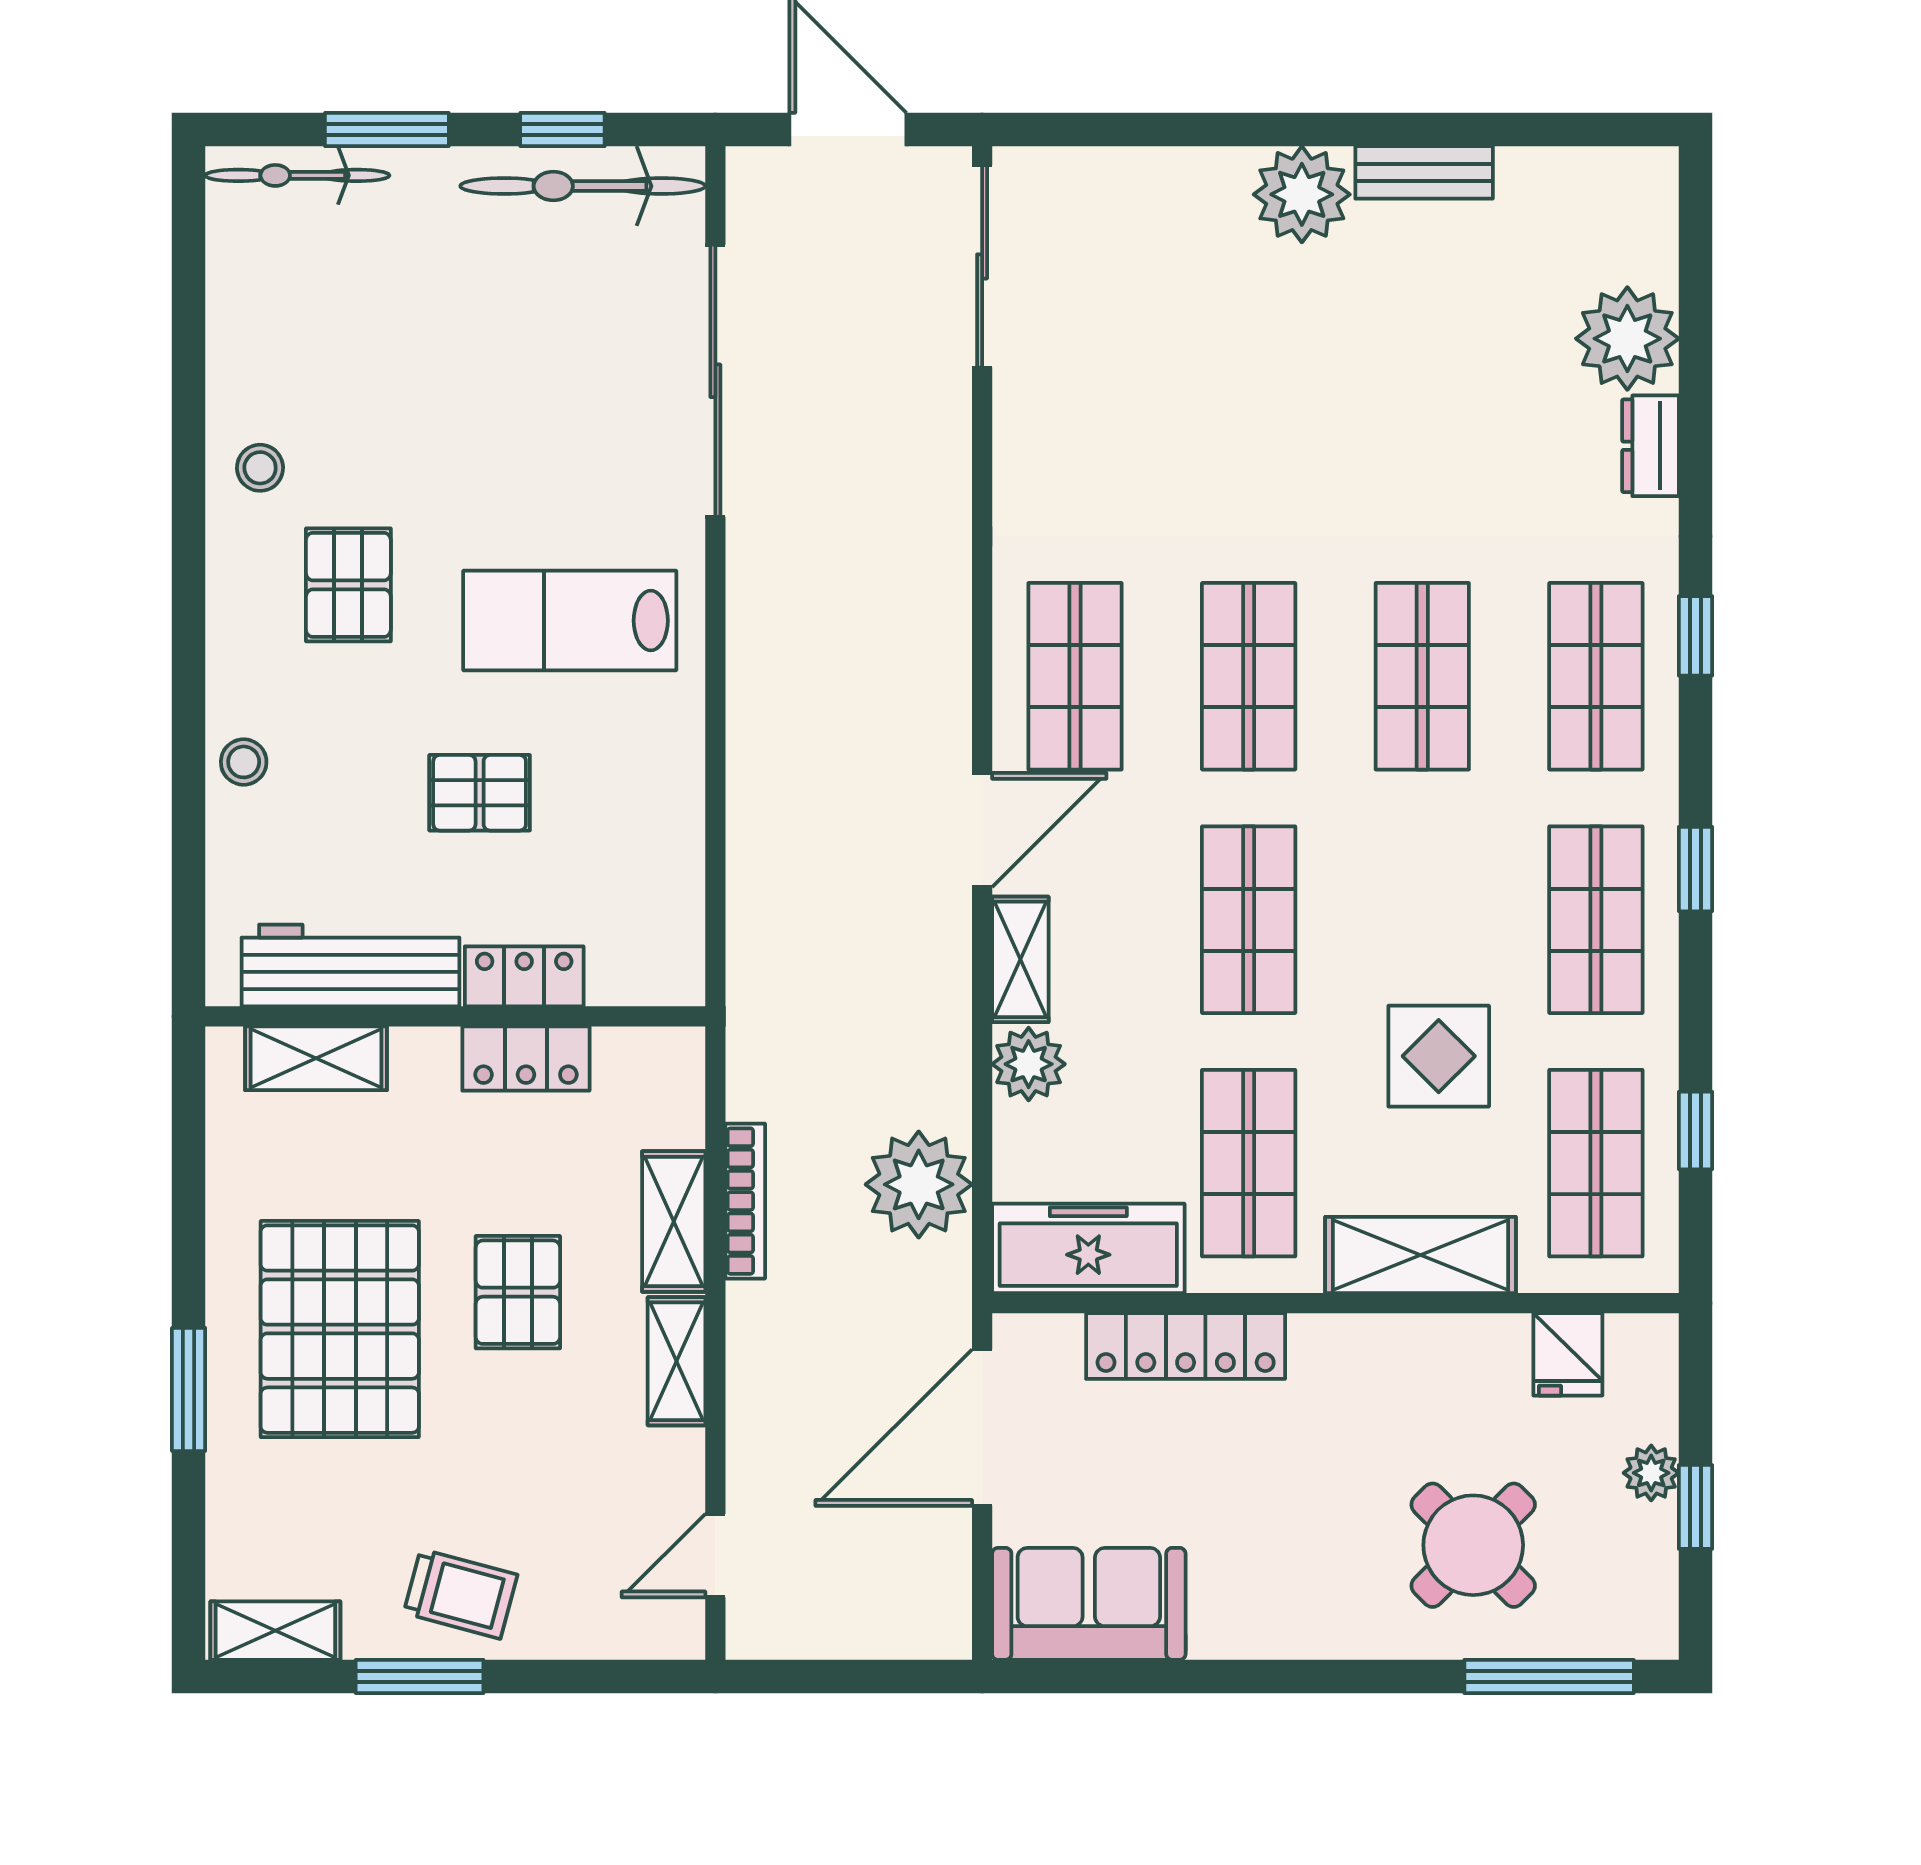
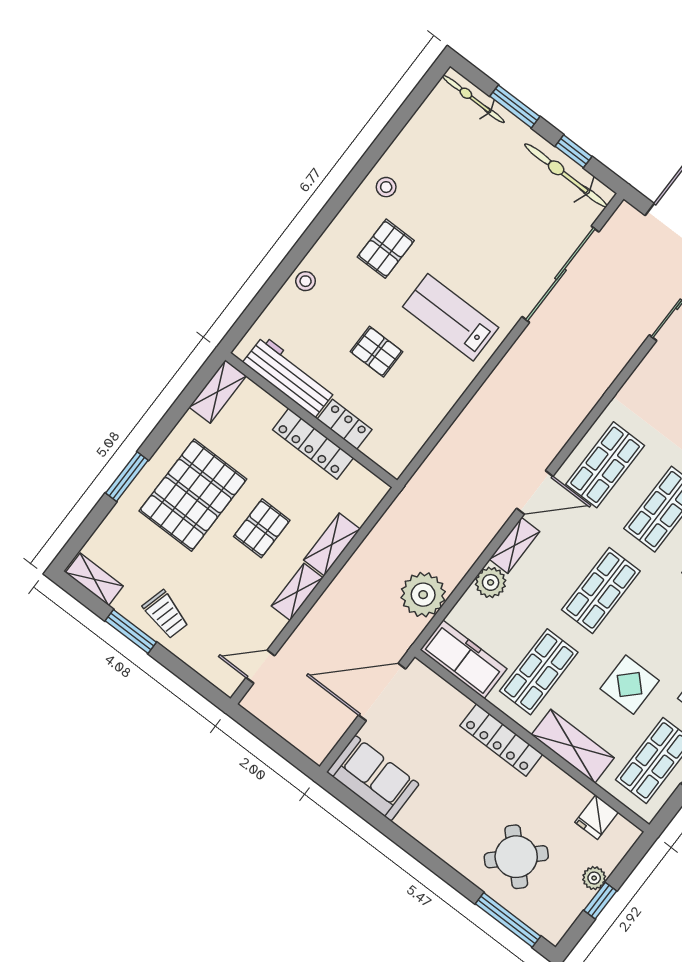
shelving: (316, 1058) -> (218, 391), moved, turned 90
locker: (526, 1059) -> (313, 444), width x1.53
bookcase: (745, 1201) -> (361, 556), removed
locker: (1186, 1346) -> (501, 740), moved

